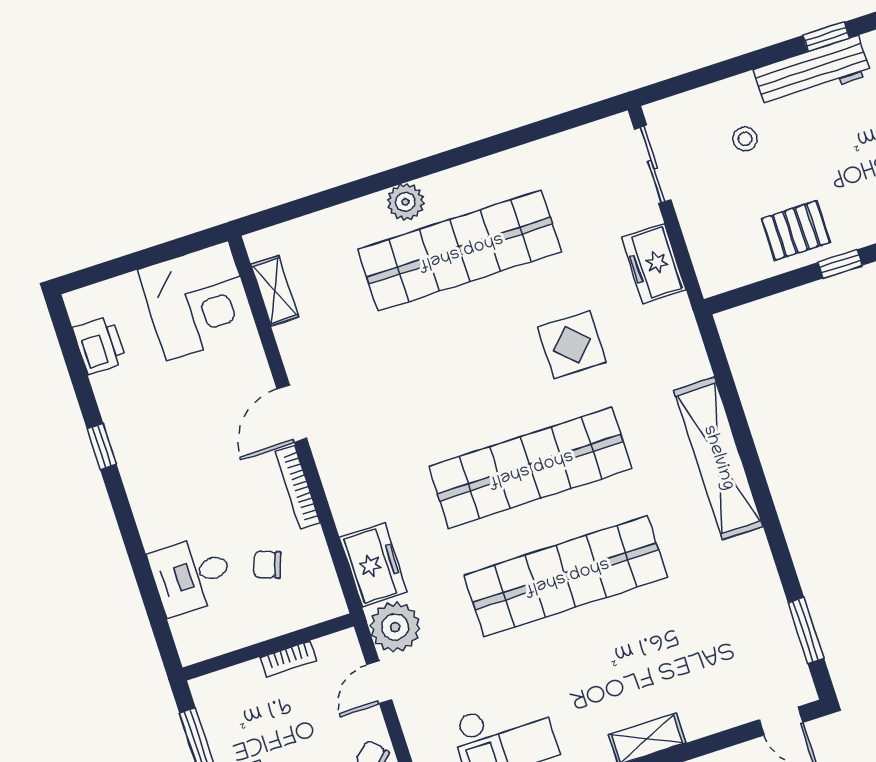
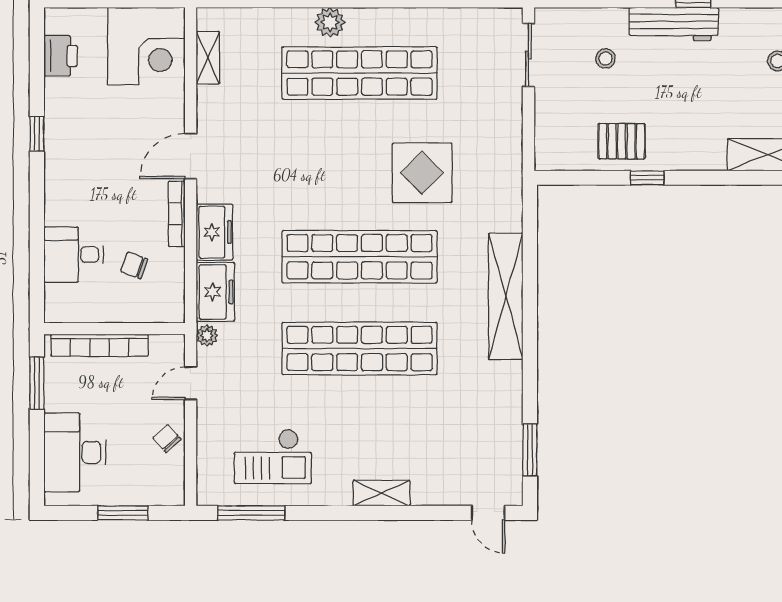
freezer: (654, 264) -> (214, 232), moved, turned 180
display table: (572, 345) -> (422, 173), width x1.36, depth x1.36
plant: (395, 627) -> (207, 336), width x0.53, depth x0.53
bookcase: (289, 659) -> (100, 345), width x2.31, depth x1.31

